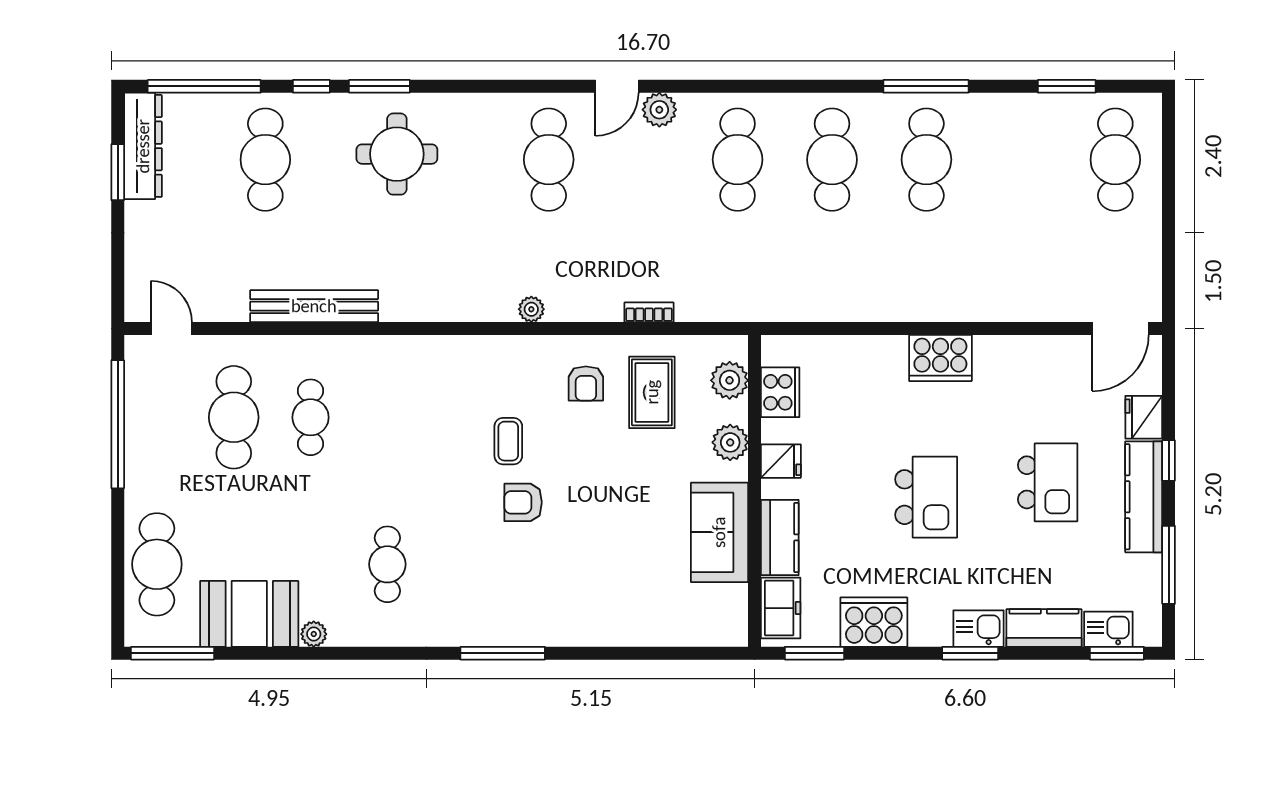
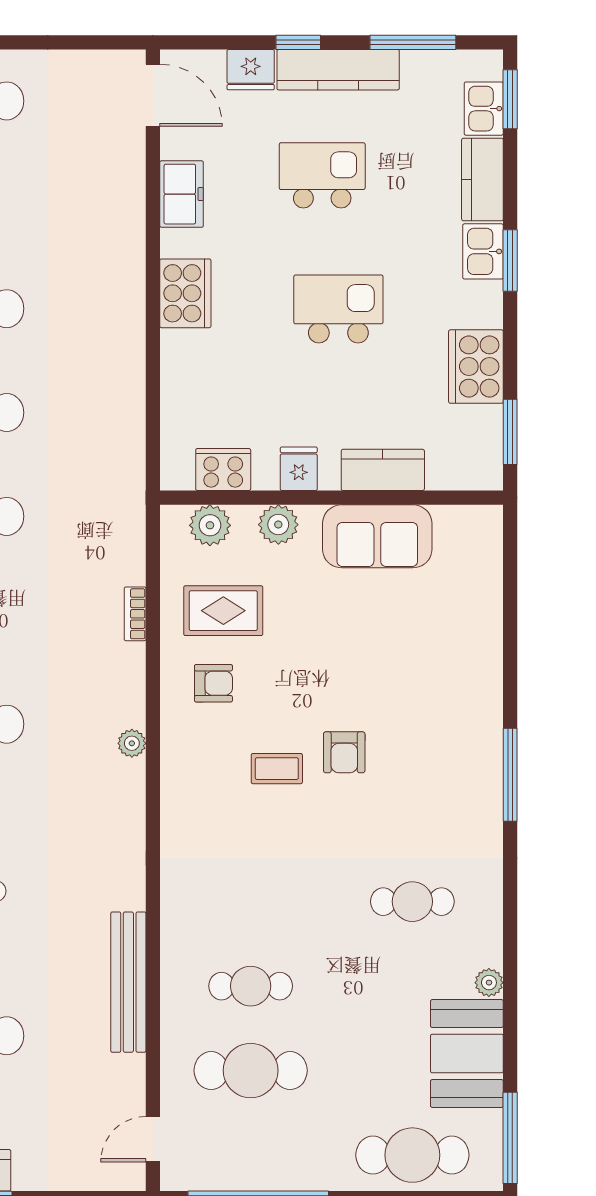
freezer: (781, 608) -> (182, 194), moved, turned 90

